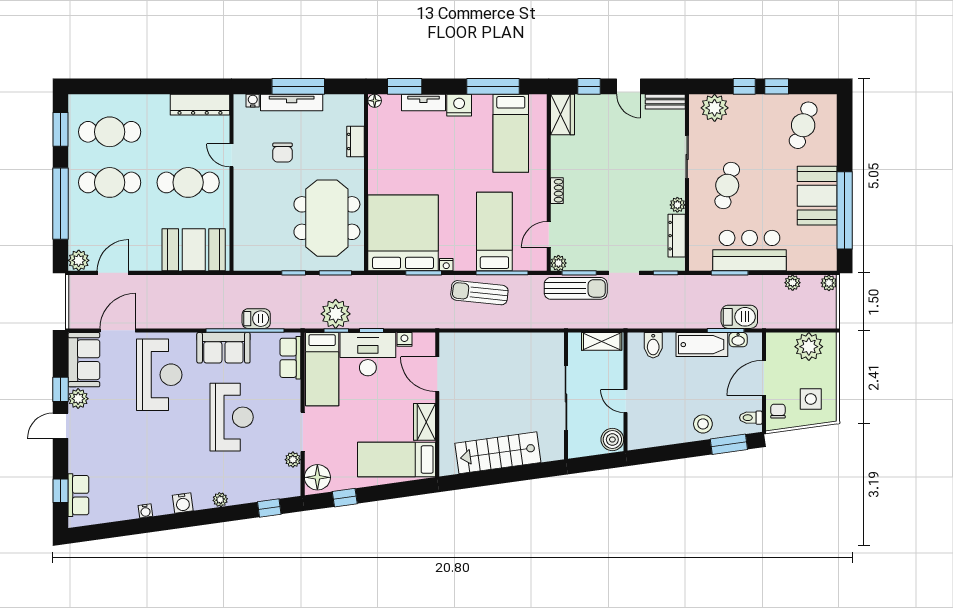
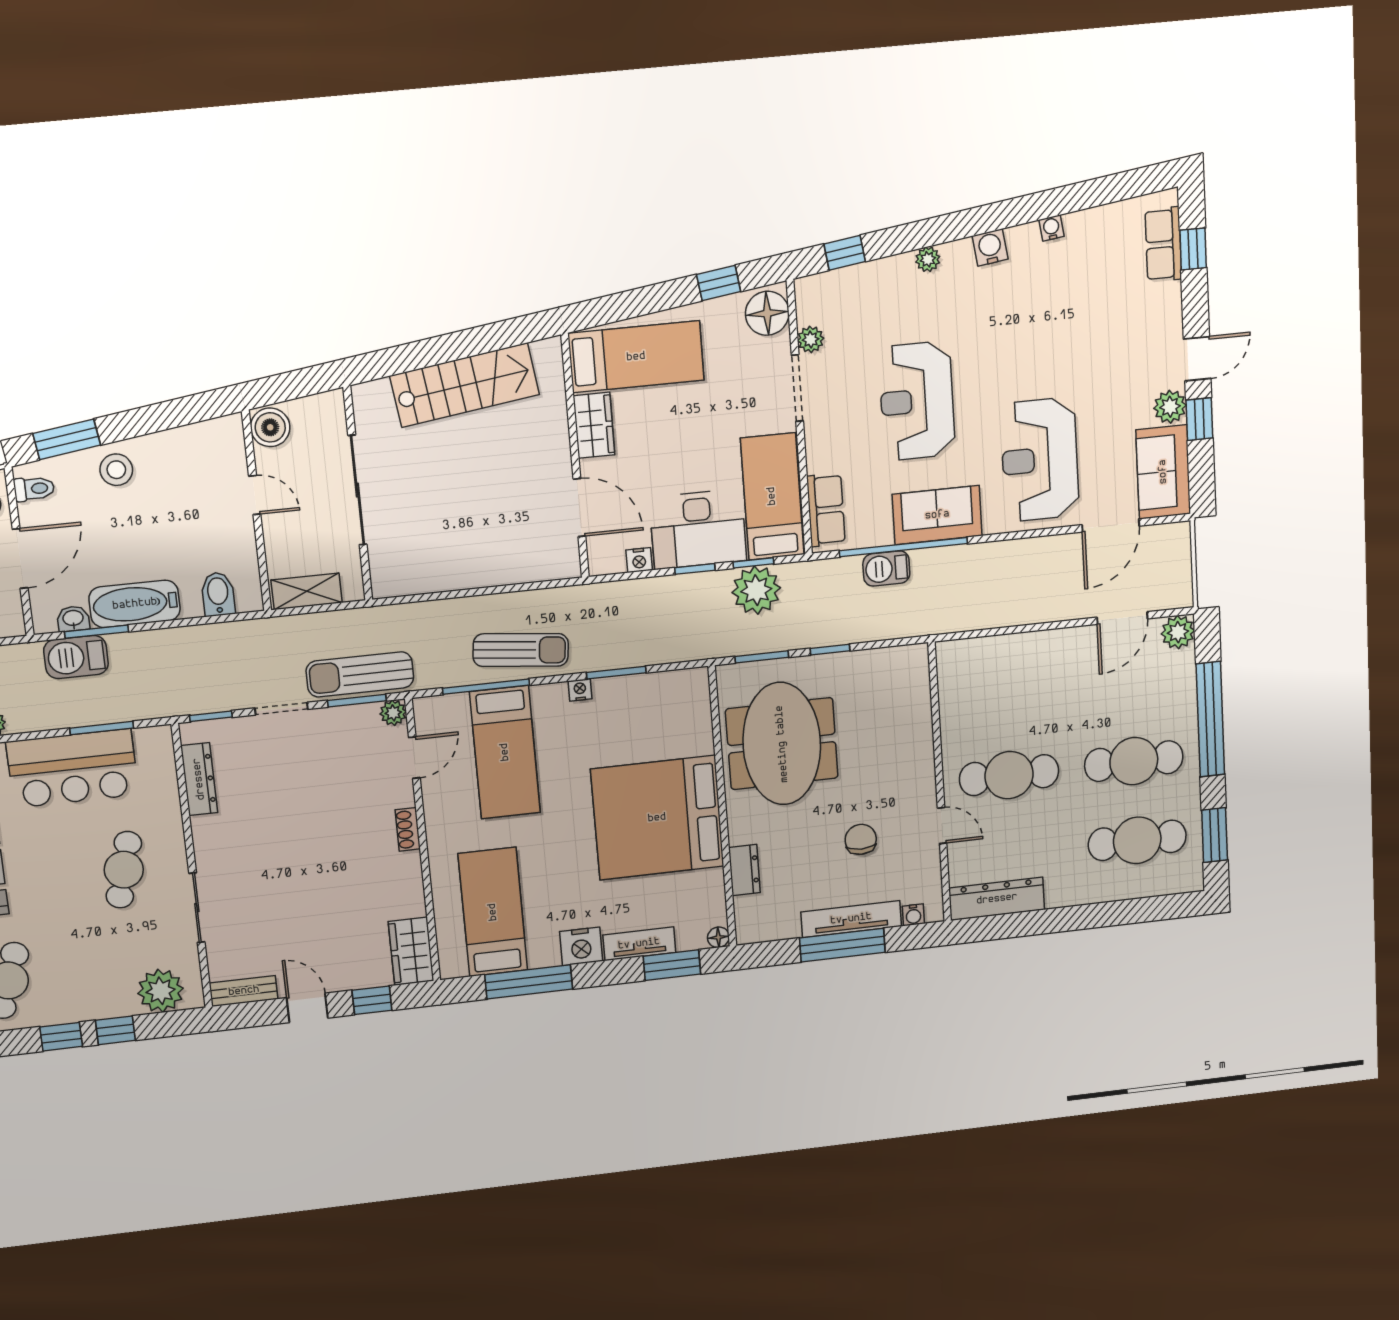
plant: (677, 205) -> (204, 829), removed
bed: (403, 233) -> (657, 818), moved, turned 90
booth: (194, 250) -> (994, 669), removed

